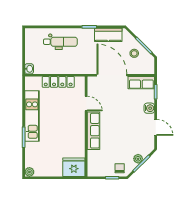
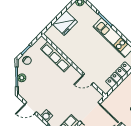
row of seats: (93, 131) -> (56, 57), moved
fridge: (74, 167) -> (65, 23), moved

